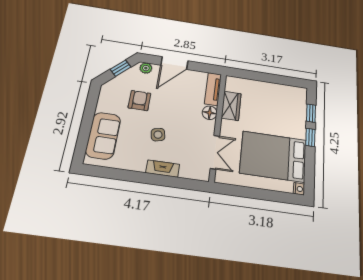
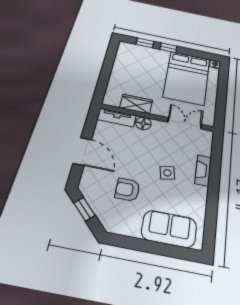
plant: (146, 68) -> (87, 181), removed

